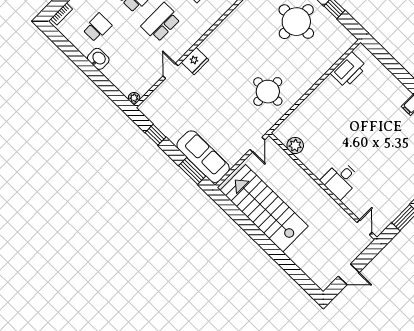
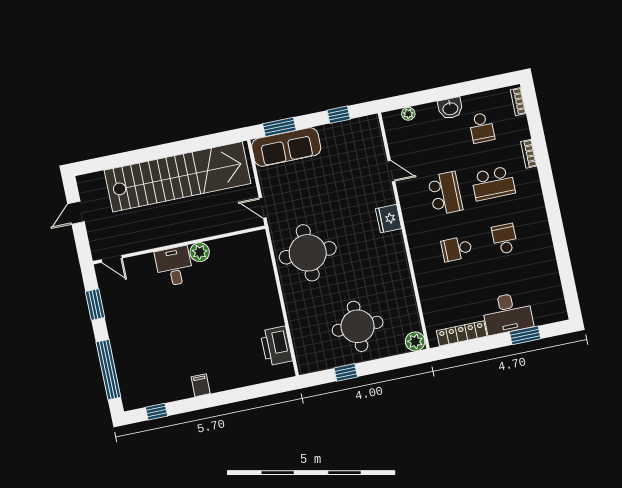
fridge: (195, 61) -> (389, 219), moved
round table: (268, 92) -> (308, 253), width x1.36, depth x1.36
plant: (134, 98) -> (408, 114), moved
plant: (295, 145) -> (200, 252), moved
stairs: (264, 208) -> (177, 177), width x1.36

